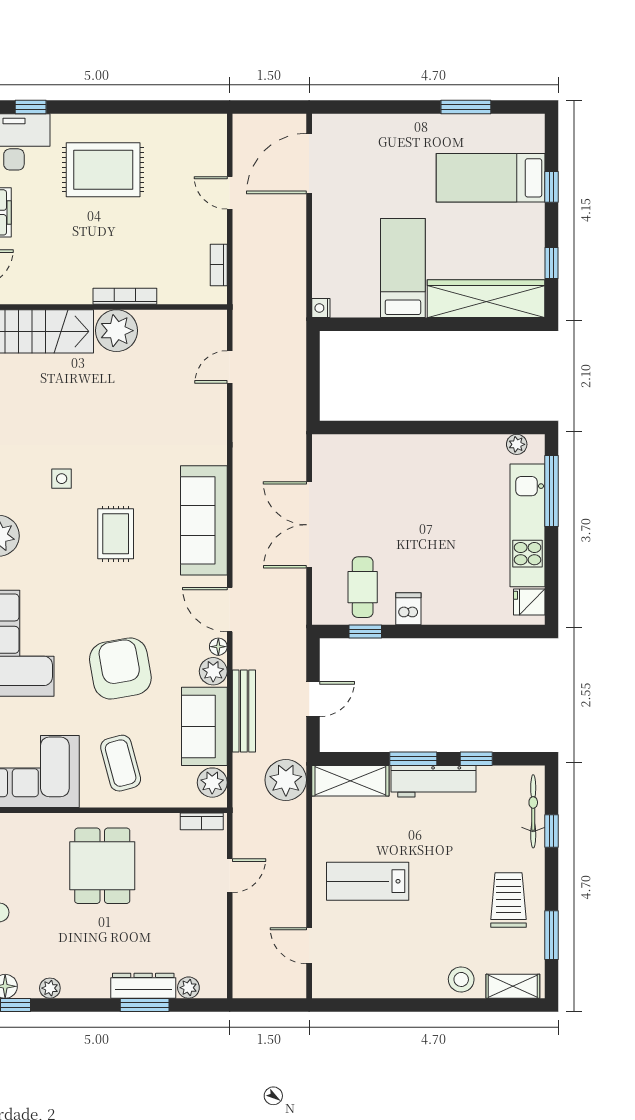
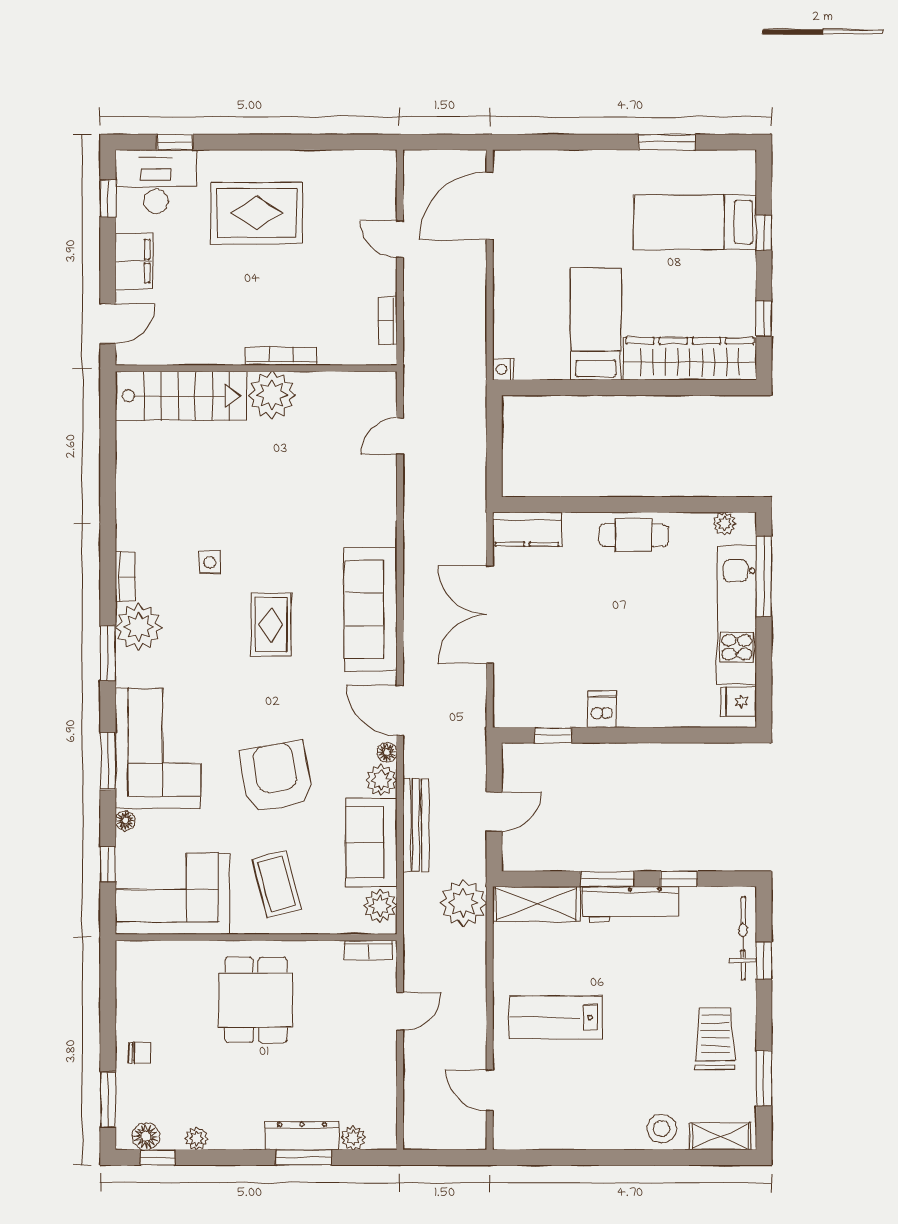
kitchen counter: (342, 449) -> (527, 529), added
cafe table: (363, 587) -> (634, 535), moved, turned 90

